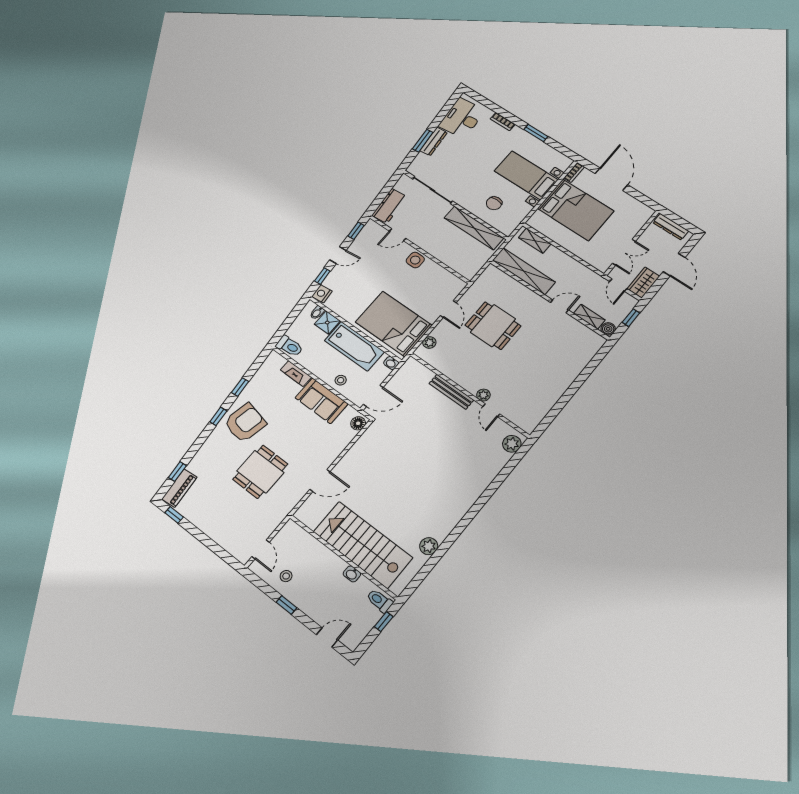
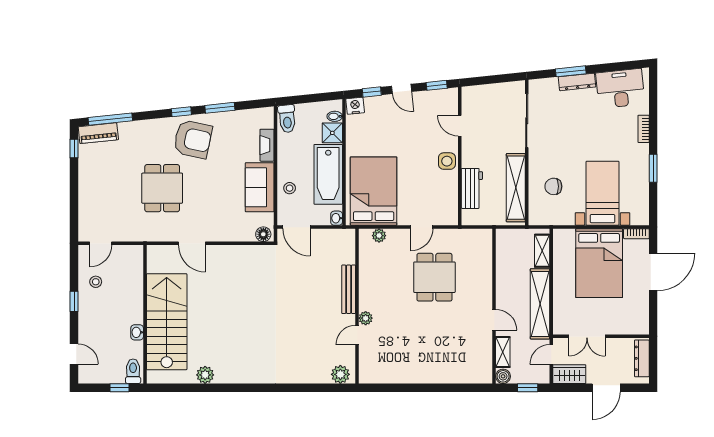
workbench: (389, 206) -> (472, 188), moved, turned -84
shelving: (524, 271) -> (540, 304), moved
window: (240, 387) -> (220, 108), width x1.50
window: (177, 472) -> (110, 119), width x2.17
dining table: (260, 472) -> (162, 188), turned 90

